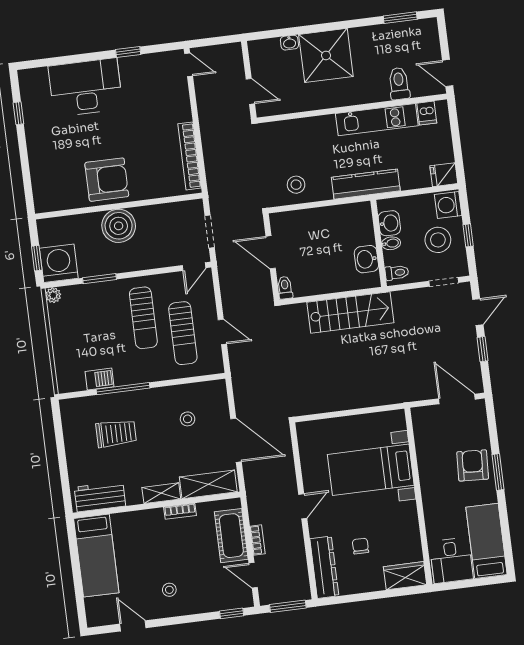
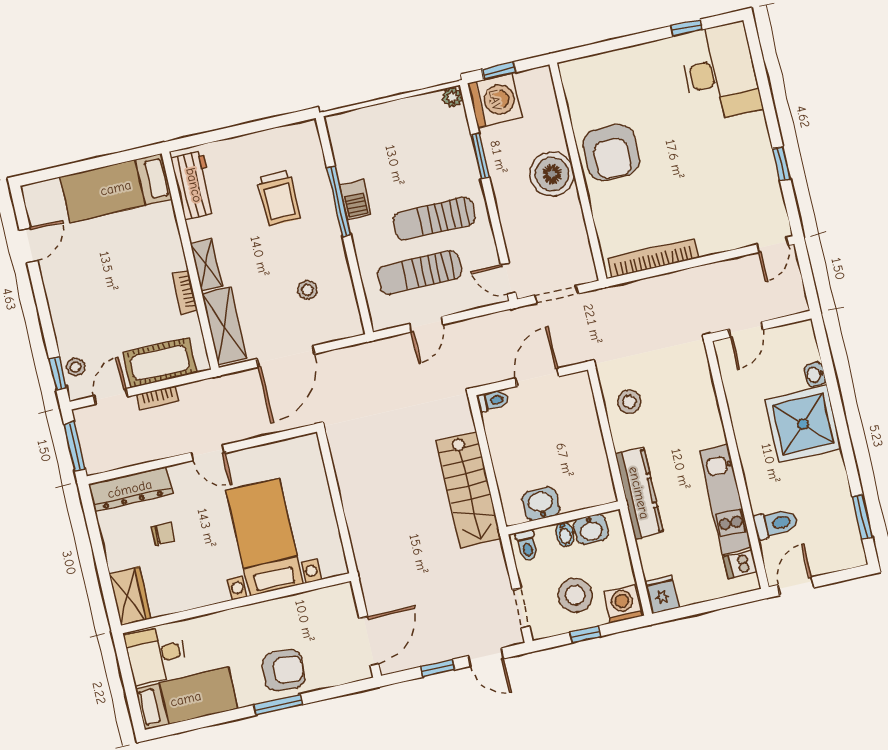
desk: (85, 87) -> (720, 72), moved
barbecue: (100, 379) -> (355, 200), moved
stool: (169, 590) -> (76, 367), moved

